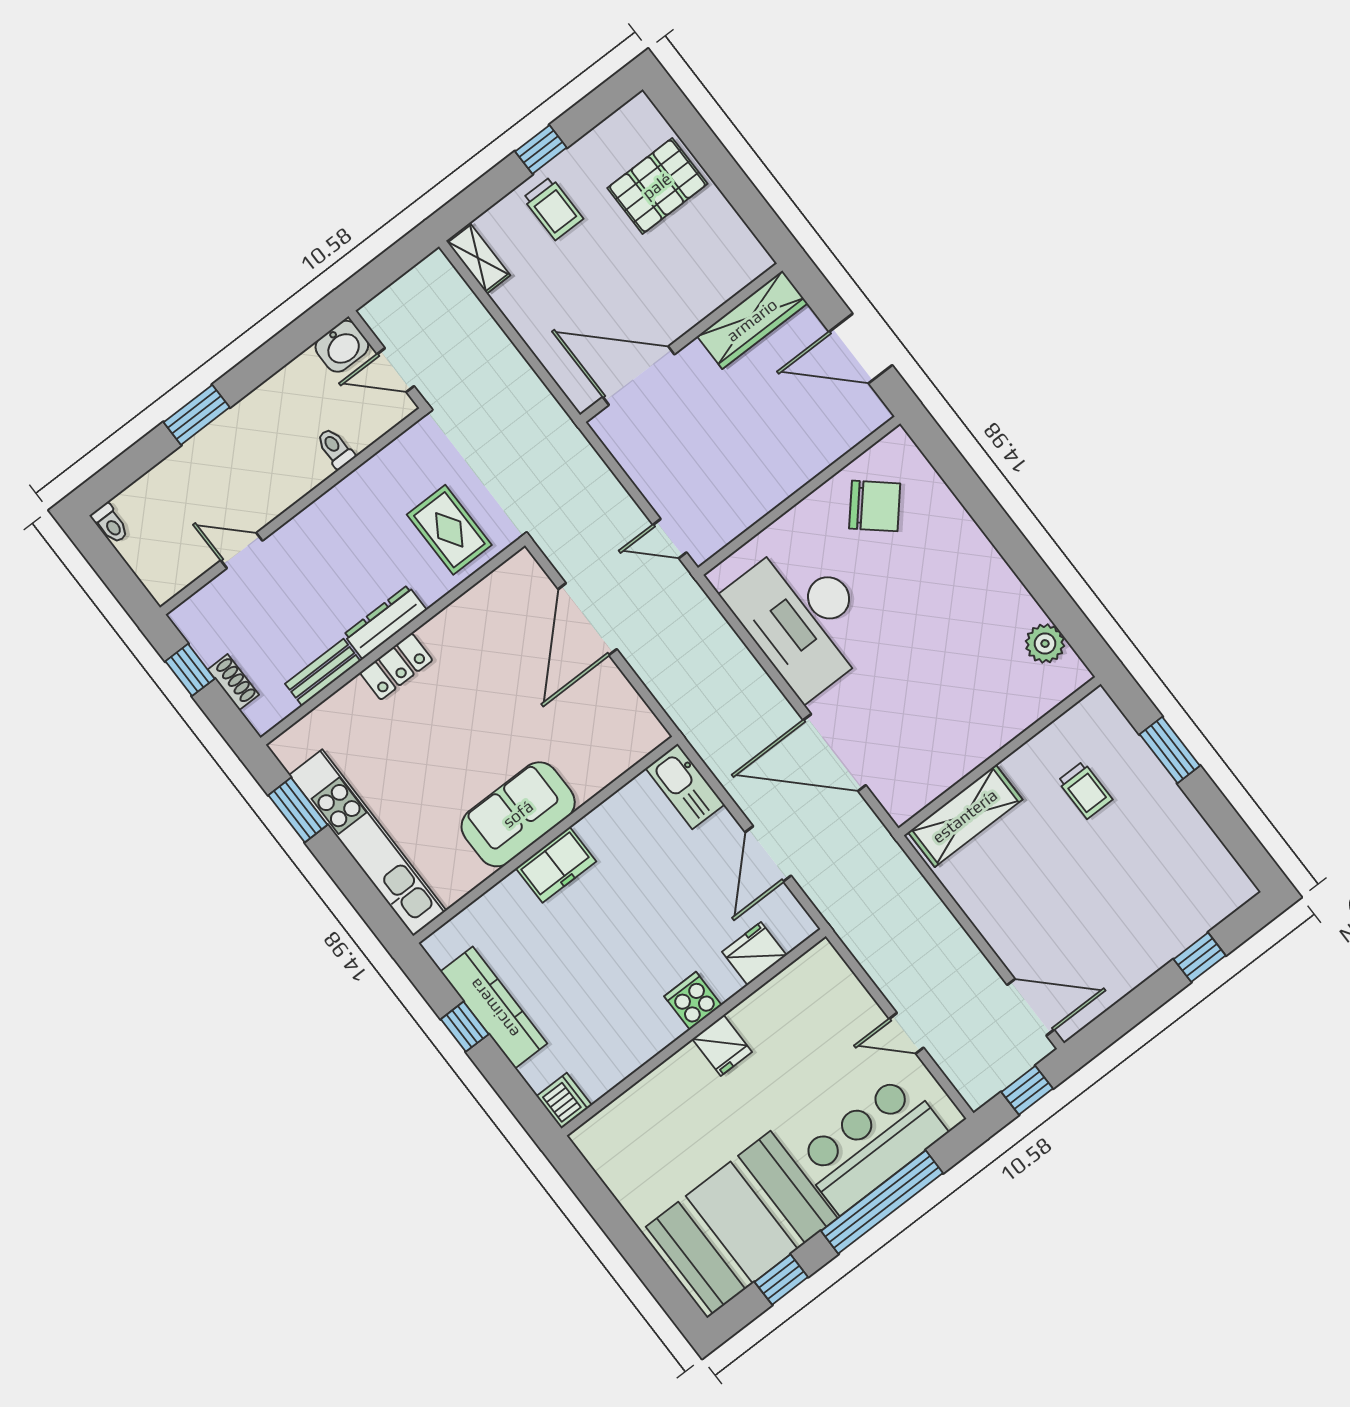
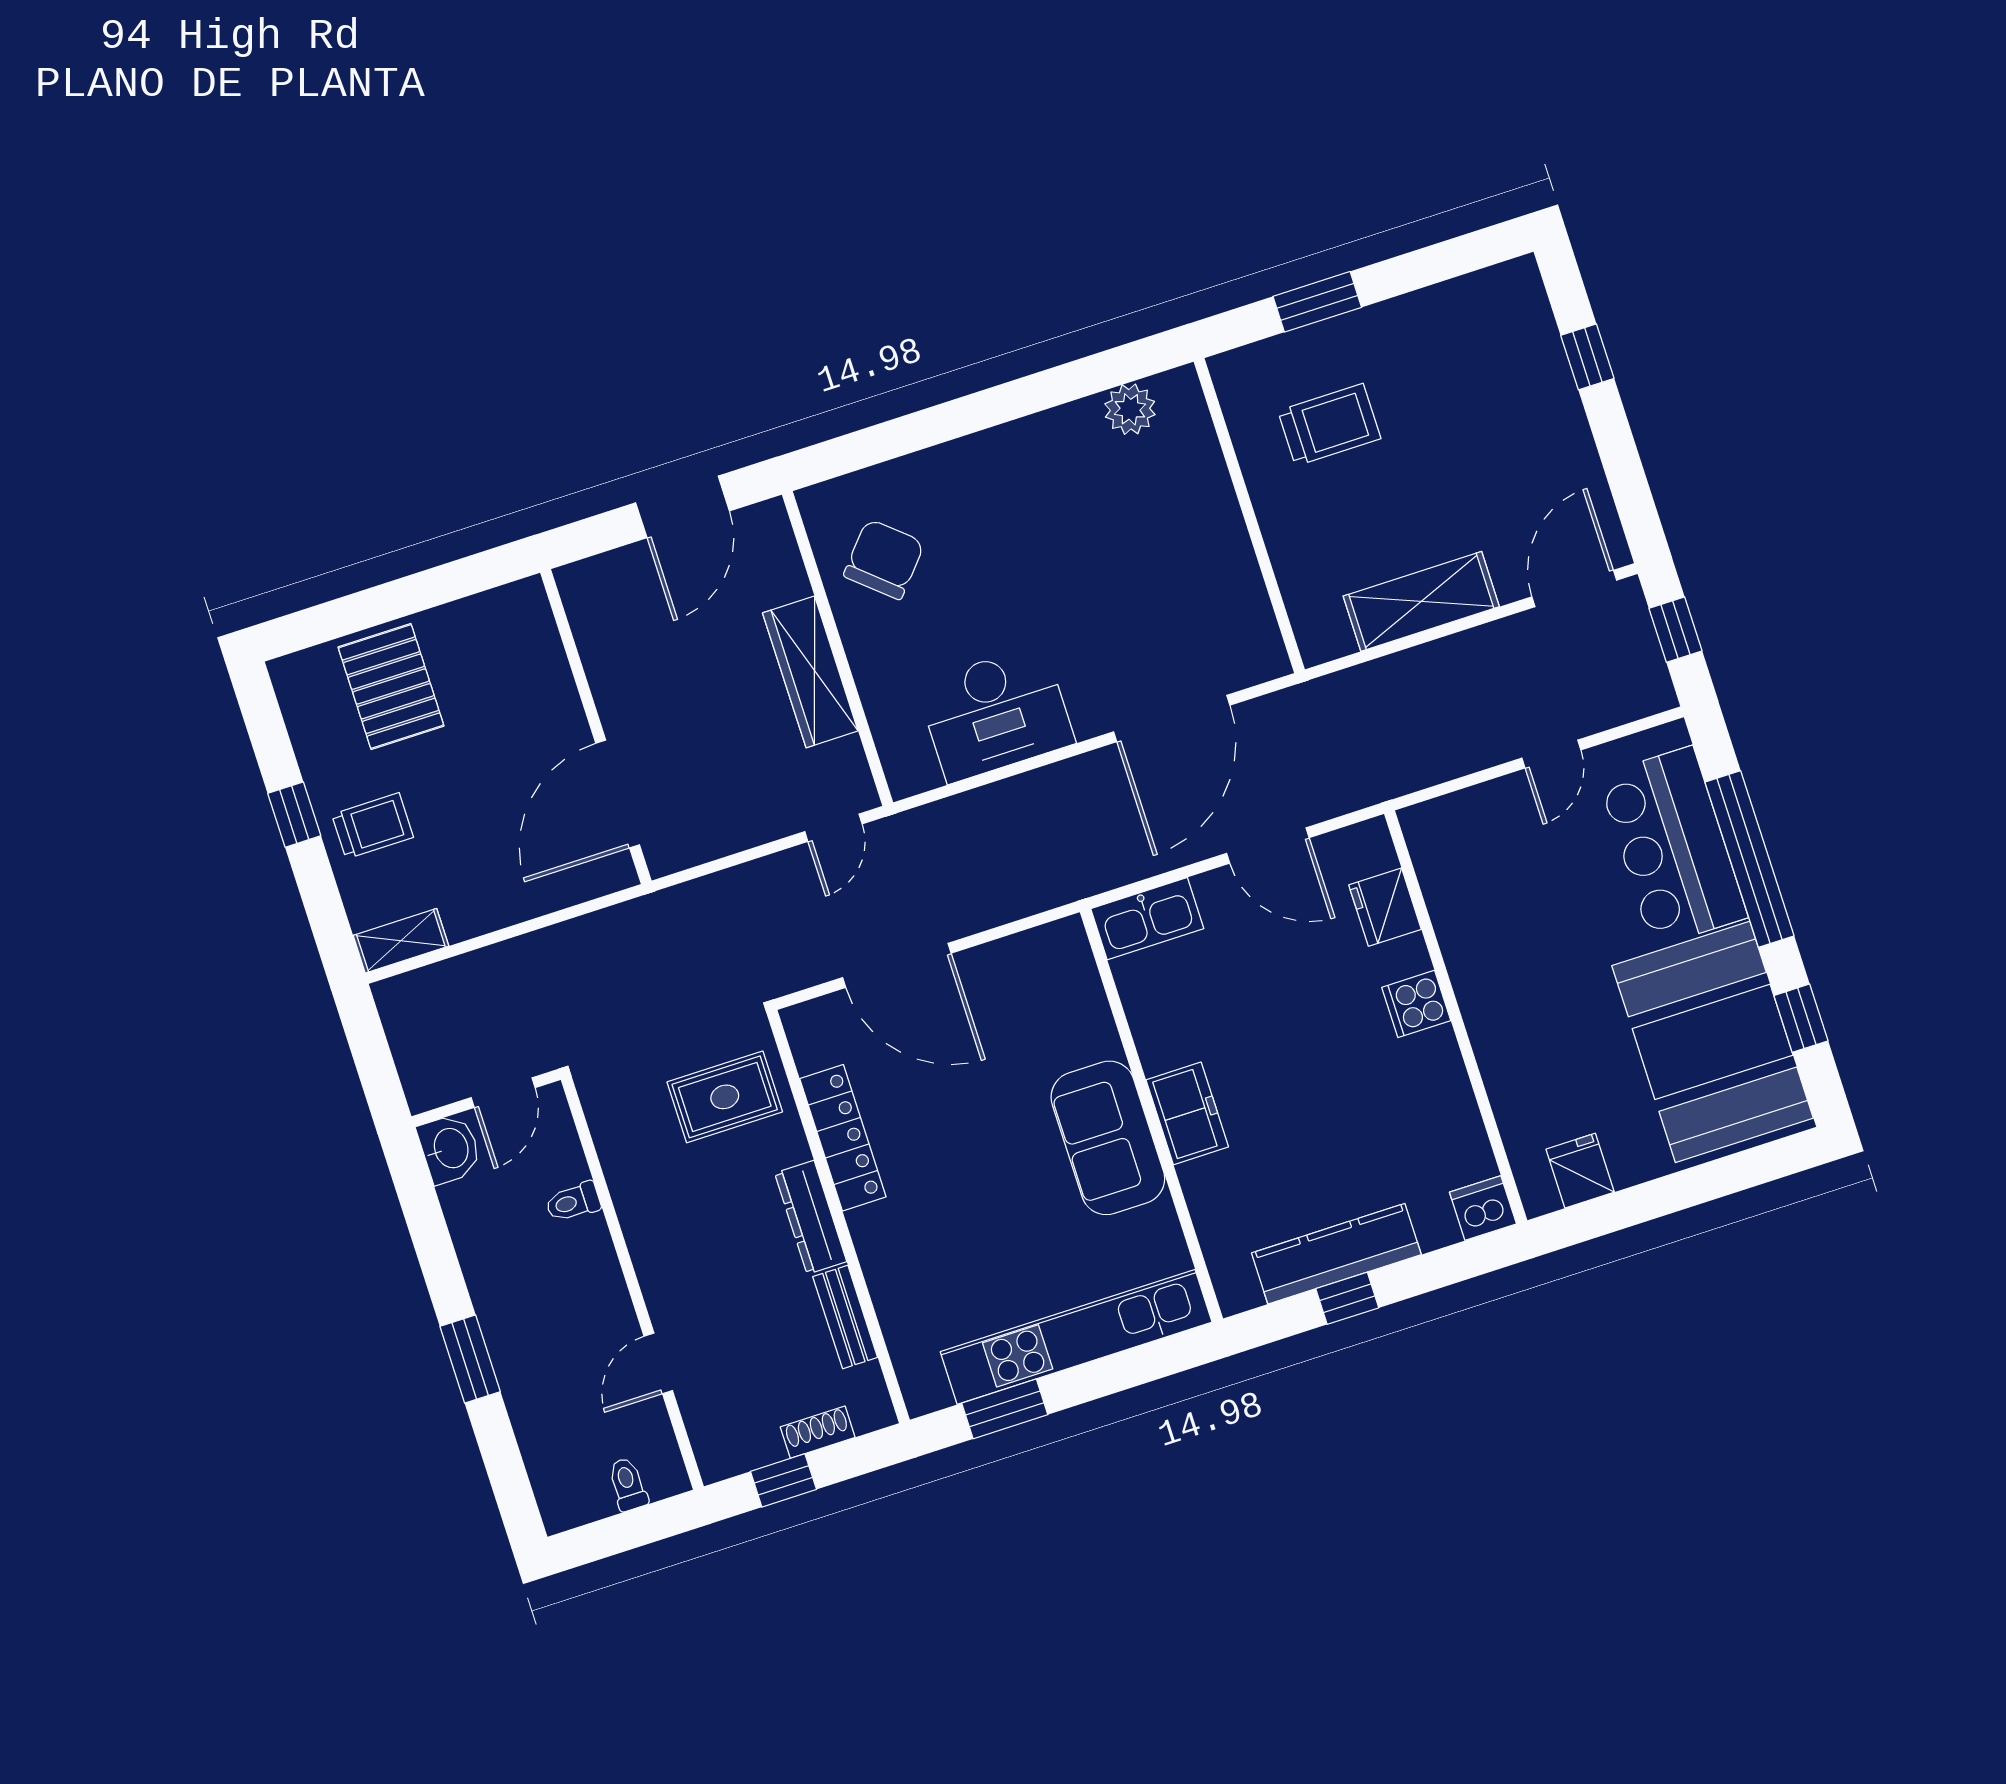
wardrobe: (752, 320) -> (810, 672), moved, turned 180
toilet: (110, 524) -> (628, 1484), moved, turned -90
desk: (803, 618) -> (996, 713), width x0.73, depth x0.77
locker: (396, 666) -> (843, 1138), moved, width x1.53
trolley: (1085, 790) -> (1329, 425), width x1.36, depth x1.39
shelving: (965, 816) -> (1421, 601), moved, turned 90
fridge: (722, 1045) -> (1580, 1171), moved, turned -90

